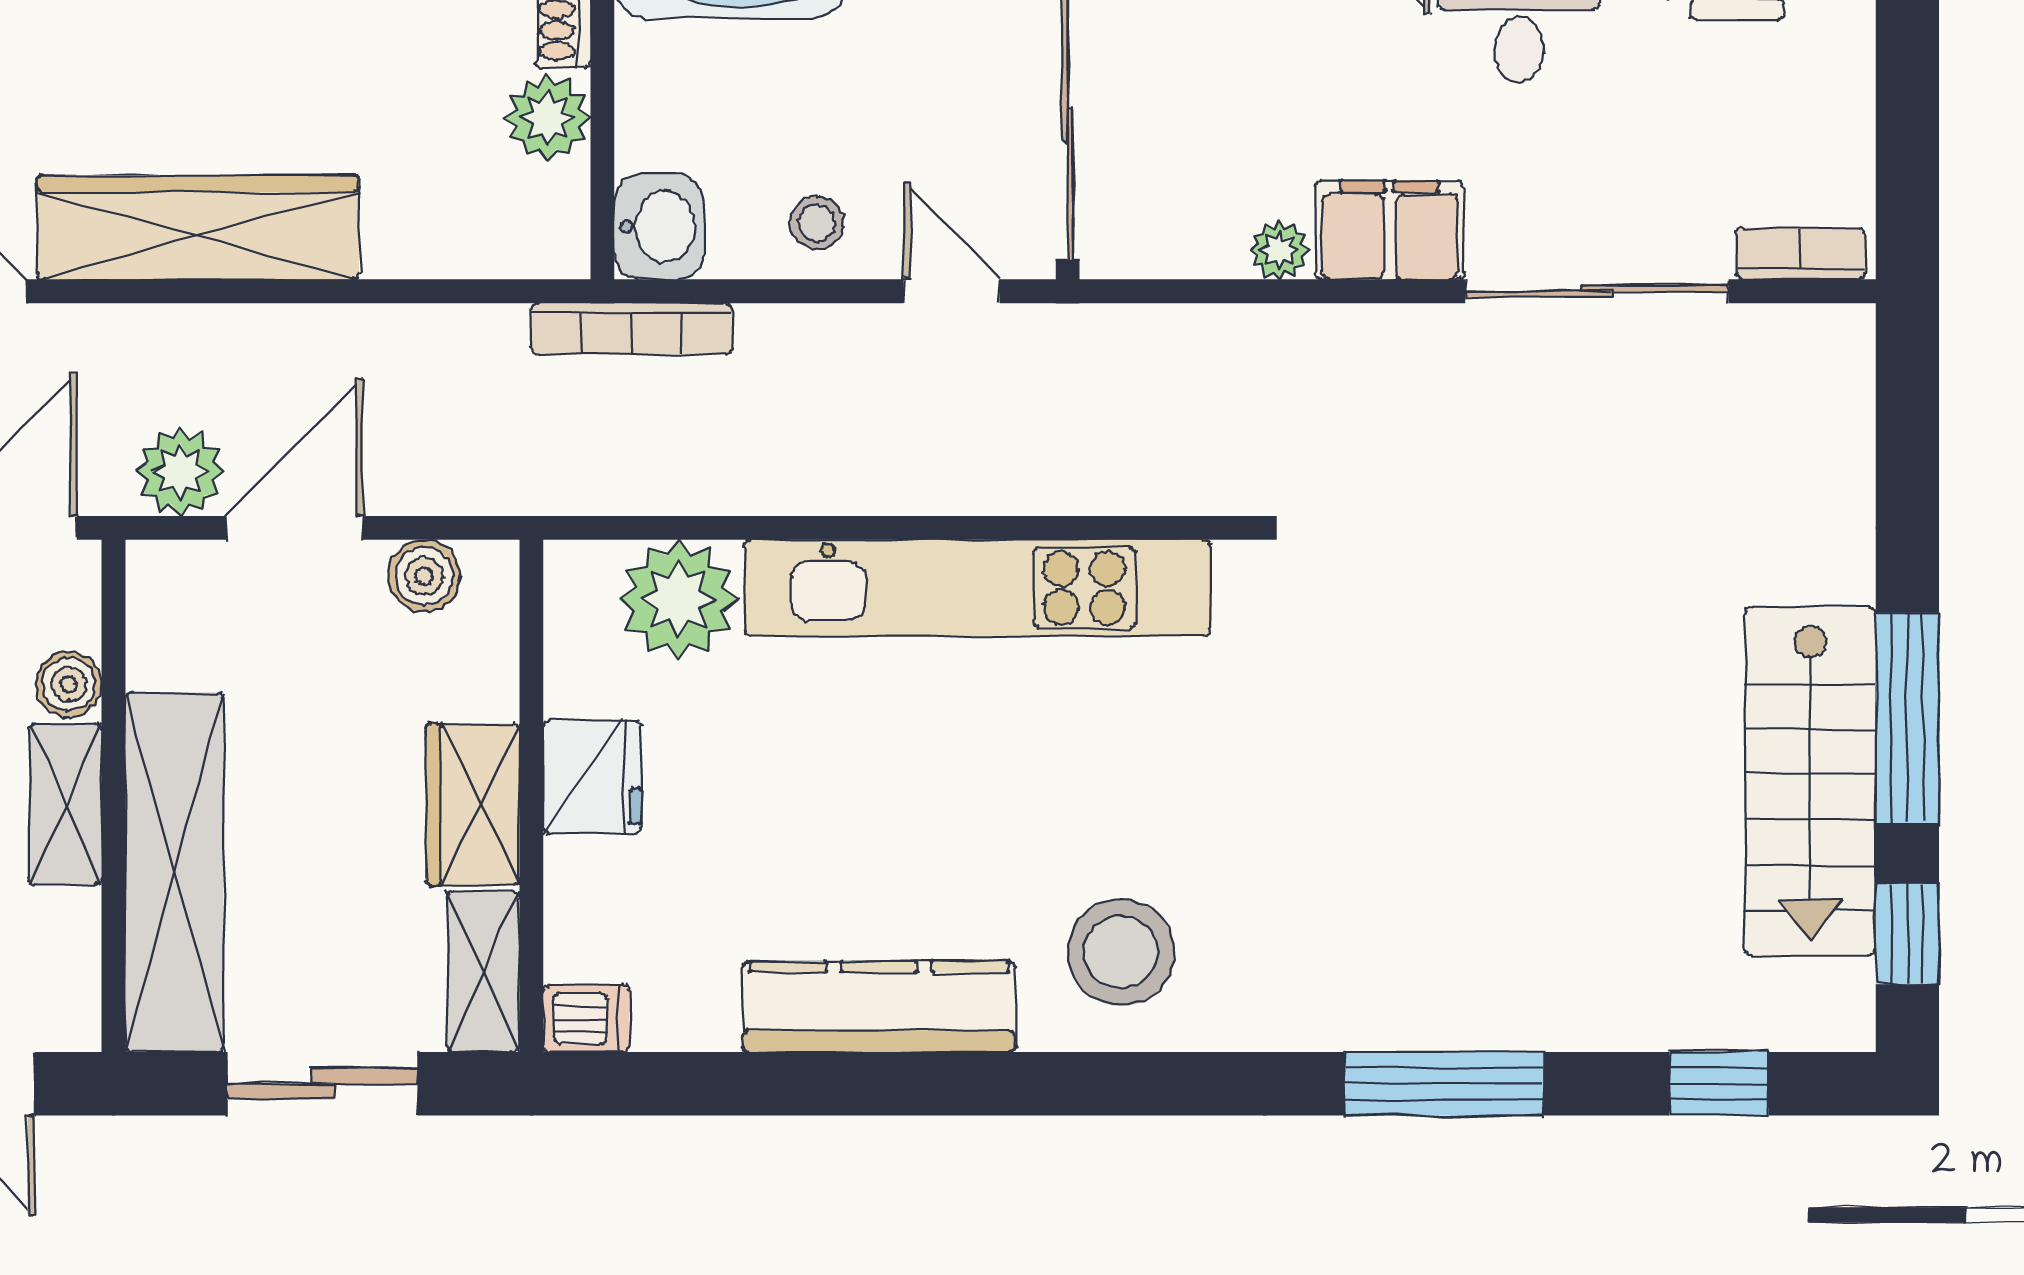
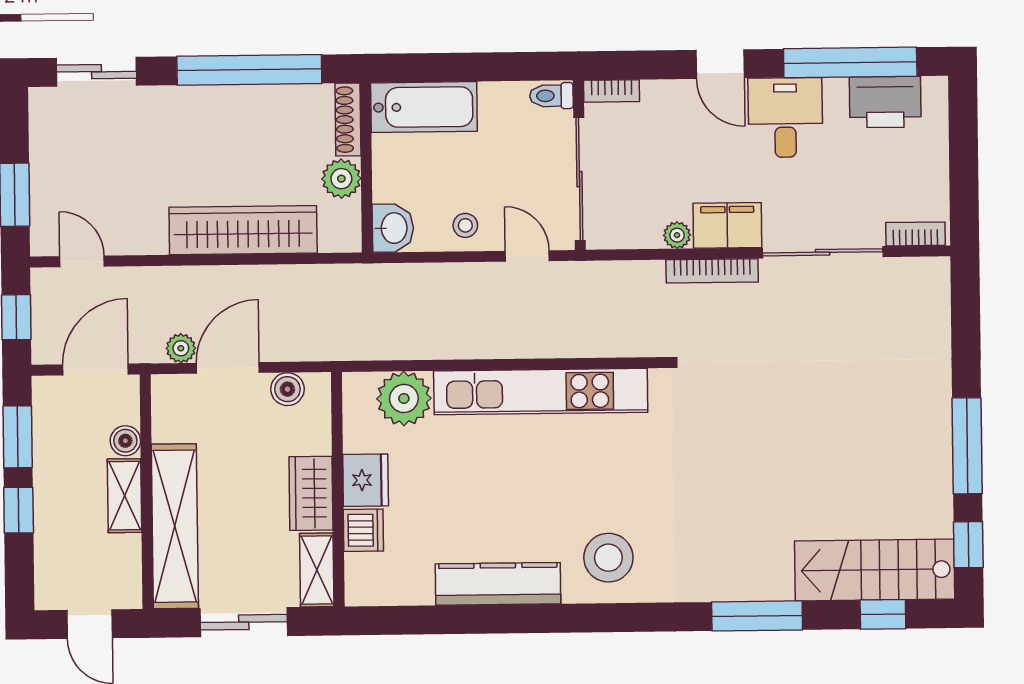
wardrobe: (198, 227) -> (243, 230), moved
bookcase: (632, 329) -> (712, 271), moved
plant: (180, 472) -> (181, 348), width x0.73, depth x0.73
stairs: (1810, 781) -> (875, 570), moved, turned 90
dishwasher: (586, 1019) -> (363, 530), moved, width x1.38

